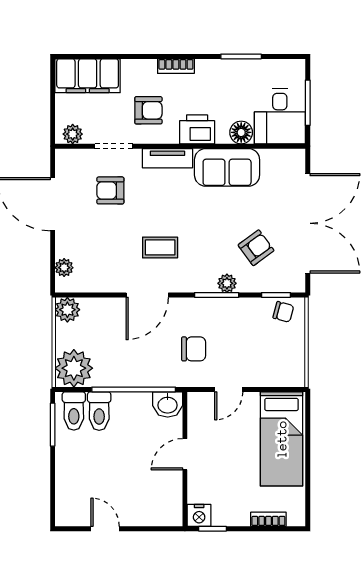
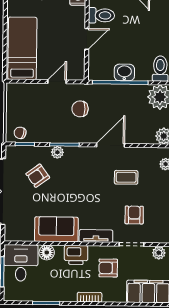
armchair: (110, 190) -> (134, 215), turned -90
coffee table: (160, 247) -> (126, 177), moved
washbasin: (168, 404) -> (124, 72), moved
toilet: (99, 411) -> (101, 15), moved, turned 90

